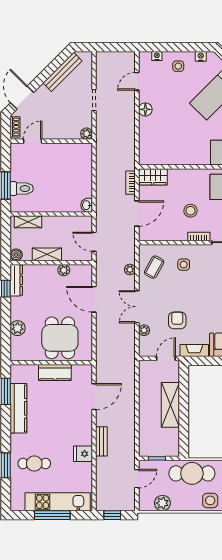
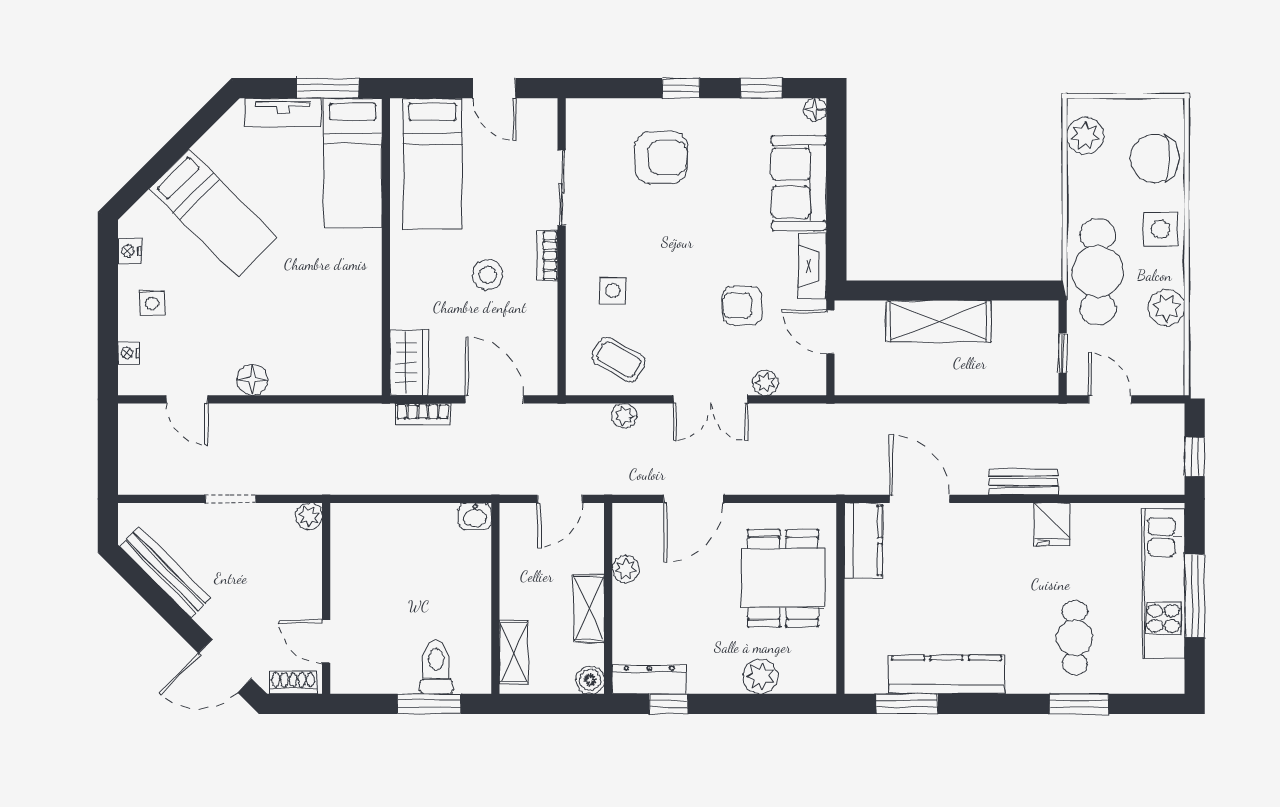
dining table: (60, 338) -> (783, 578), turned 90
kitchen counter: (55, 372) -> (863, 541), moved
plant: (162, 503) -> (1167, 308), moved

